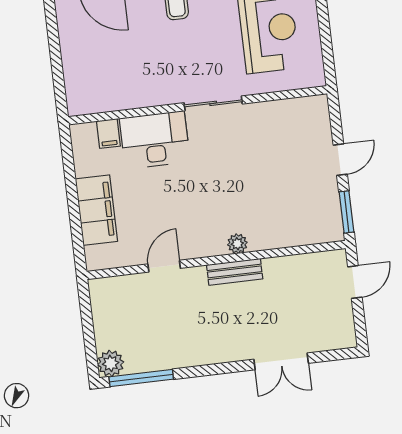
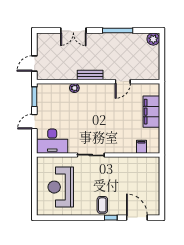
desk: (155, 140) -> (52, 141), moved
plant: (237, 244) -> (74, 88), moved
double door: (281, 361) -> (73, 30), swing flipped
window: (141, 378) -> (118, 30), moved

